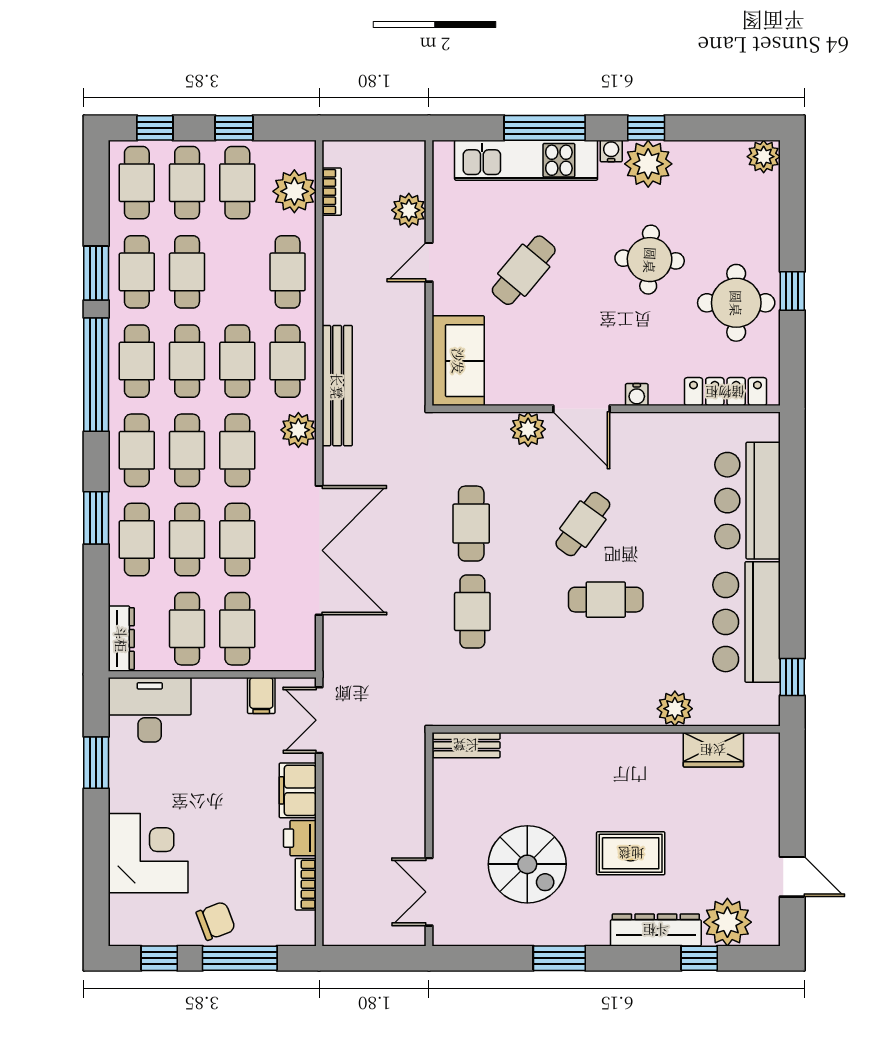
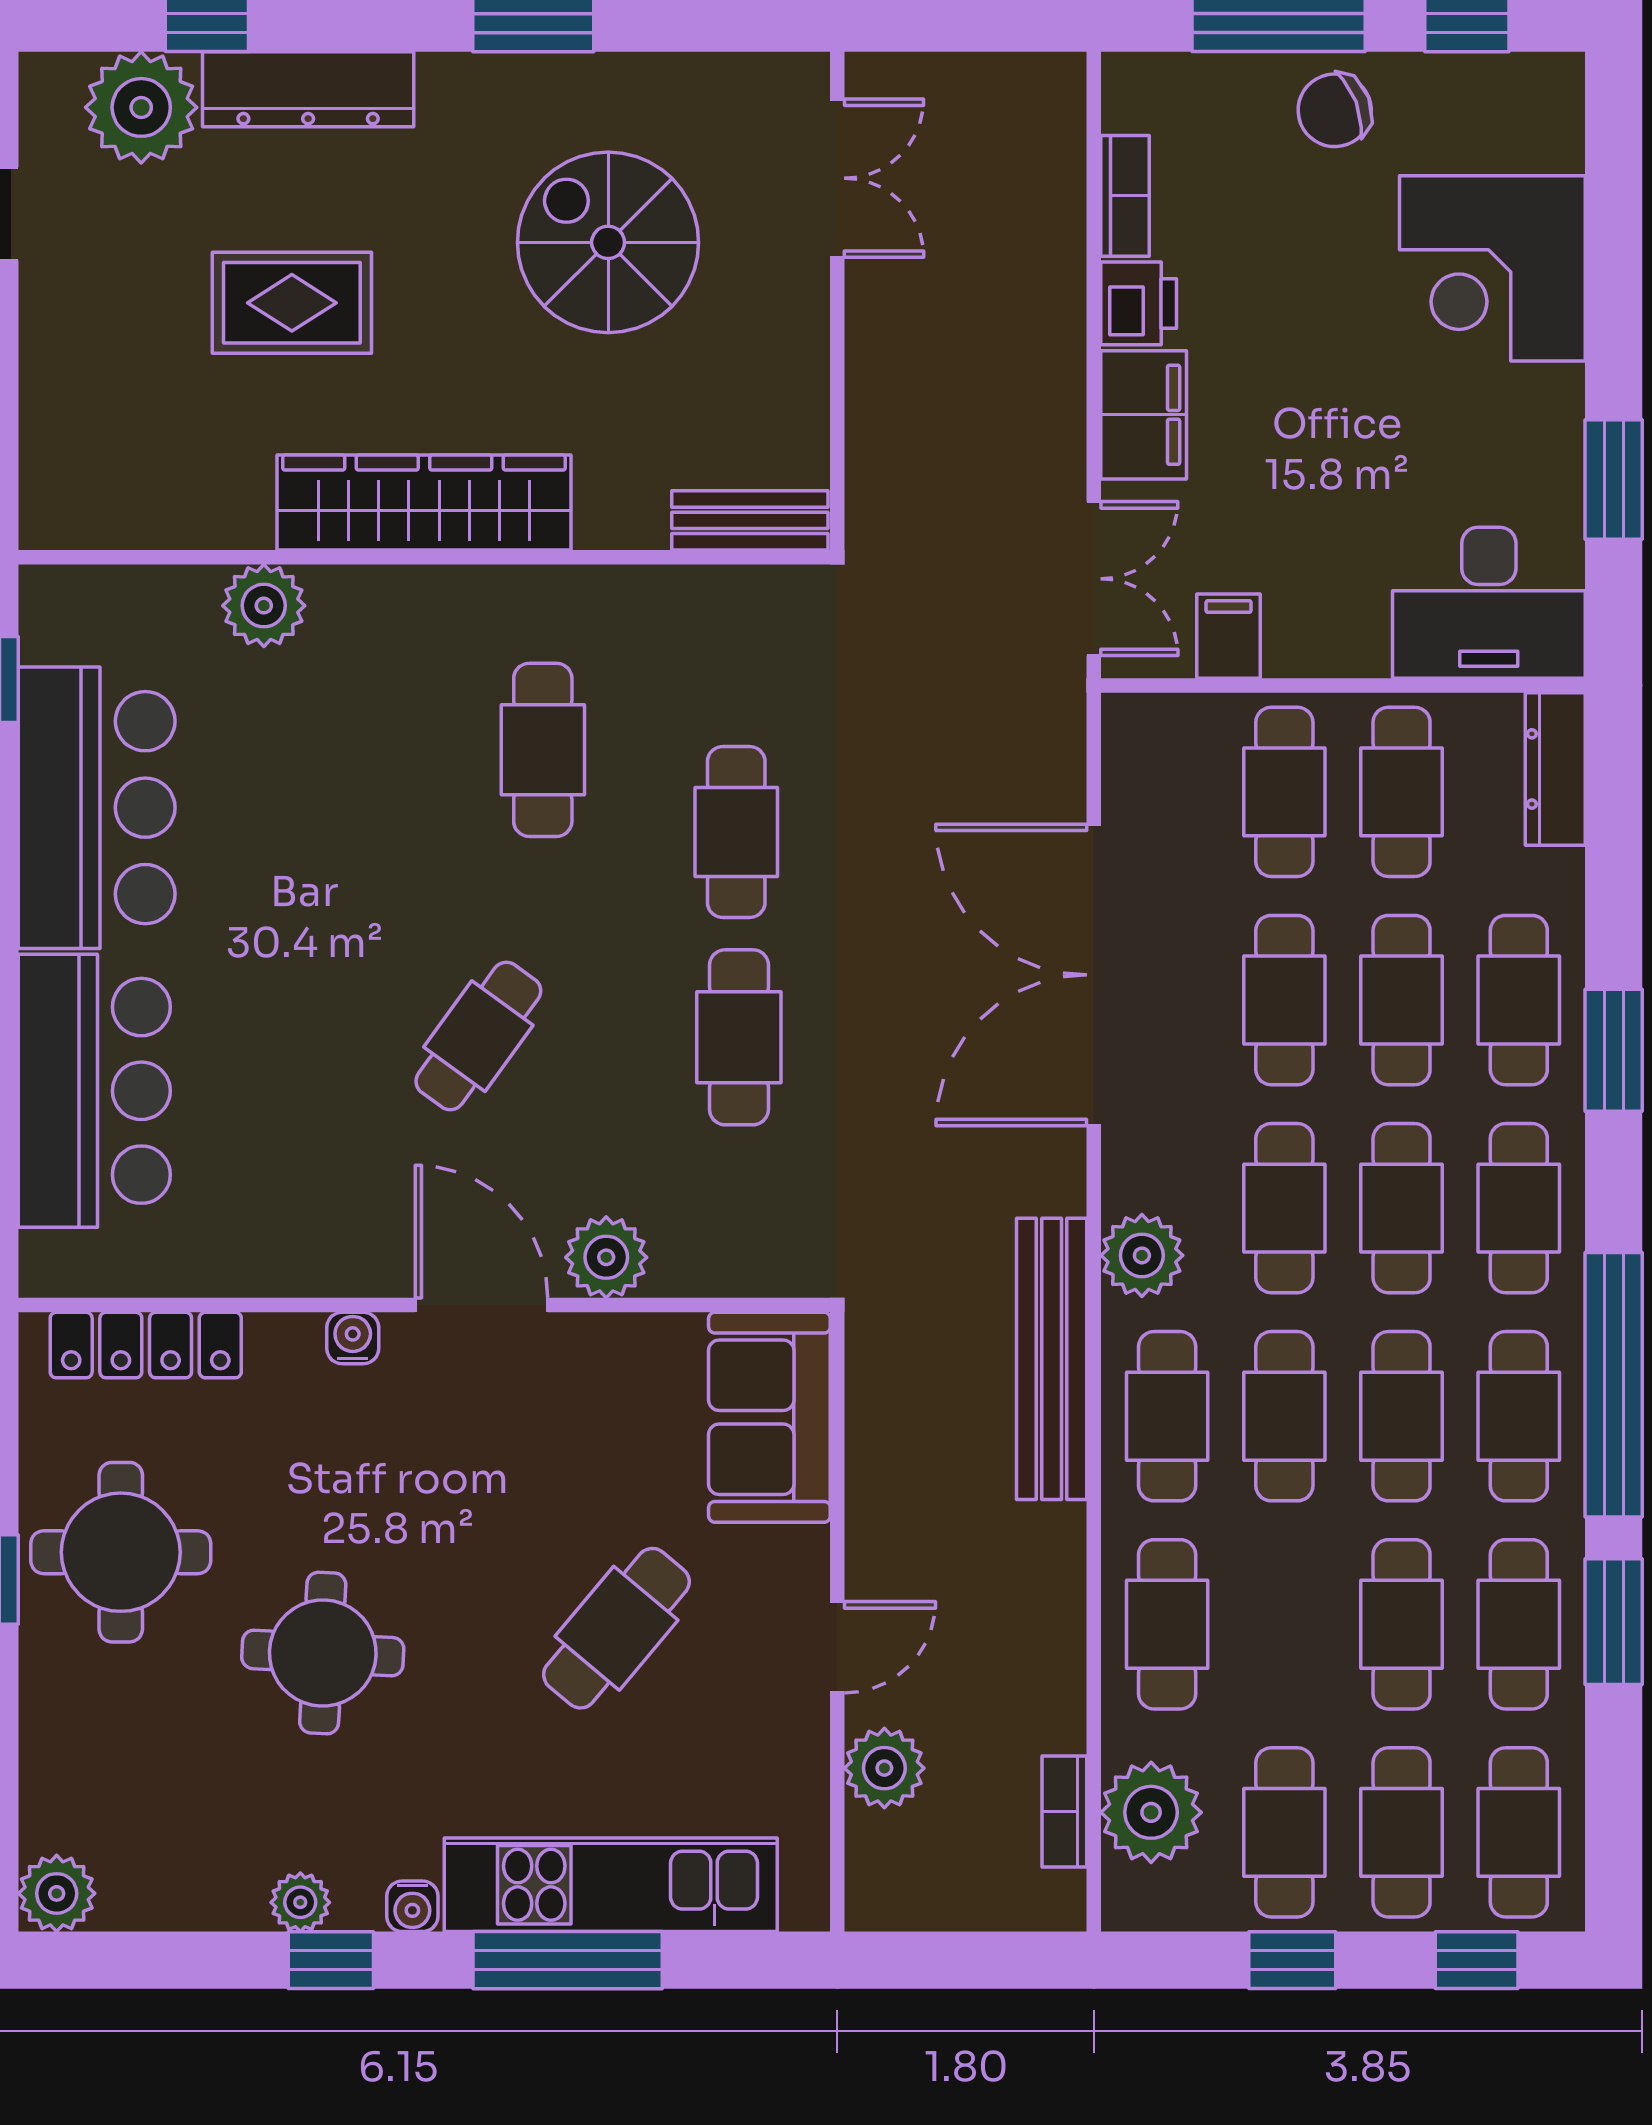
plant: (648, 164) -> (300, 1902), width x0.53, depth x0.53
cafe table: (606, 600) -> (543, 750), moved, turned 90
wardrobe: (713, 750) -> (424, 503), moved, width x2.10, depth x1.17
rug: (631, 853) -> (292, 303), moved

